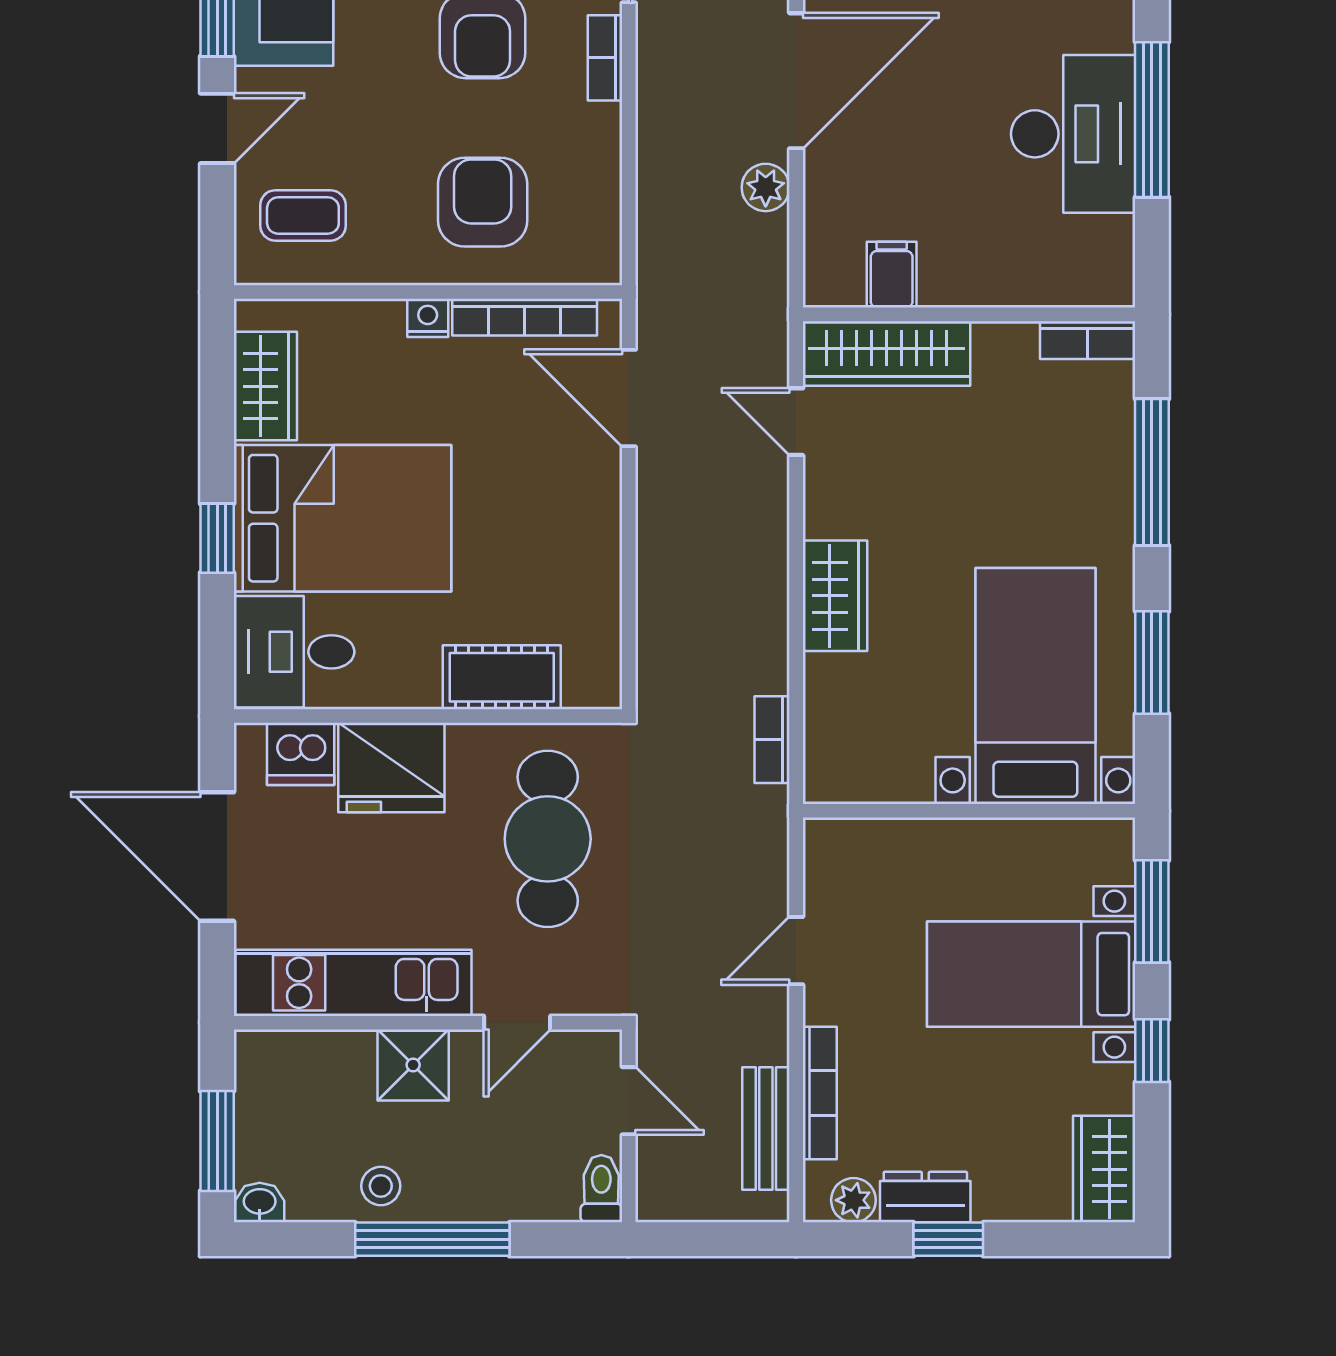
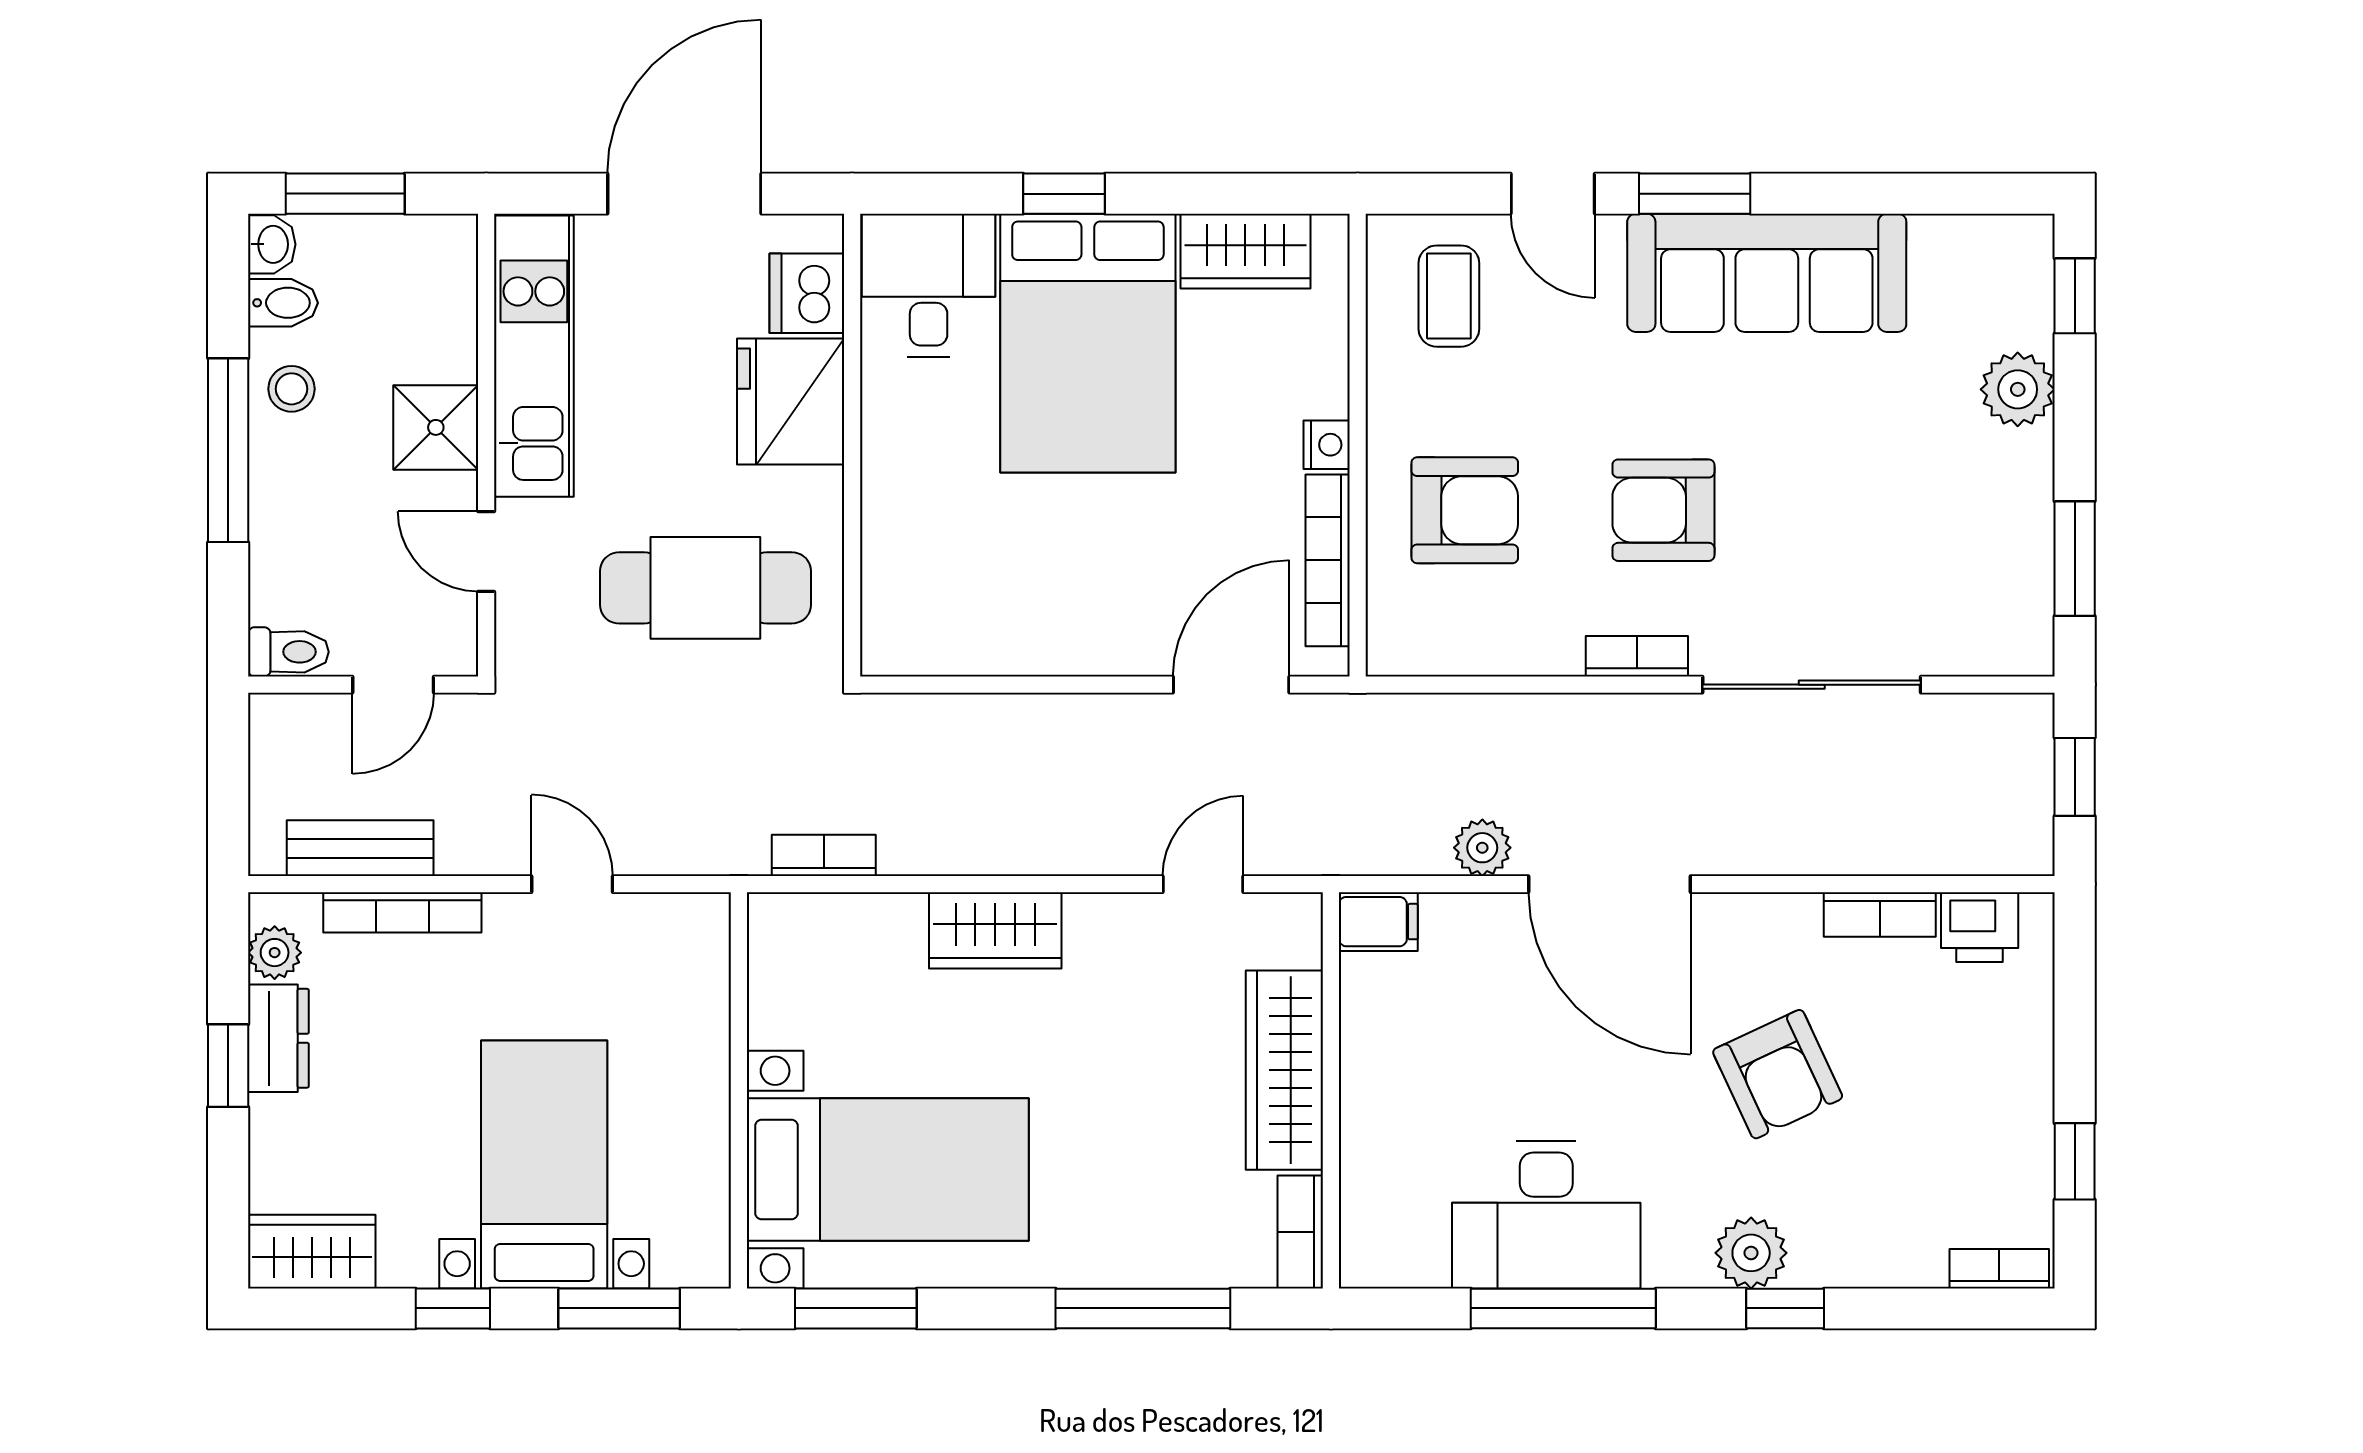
filing cabinet: (892, 275) -> (1378, 922), moved
wardrobe: (886, 353) -> (1284, 1070), moved
window: (1152, 662) -> (856, 1308), moved
cot: (502, 677) -> (898, 533), removed
bidet: (309, 1193) -> (283, 303), added

